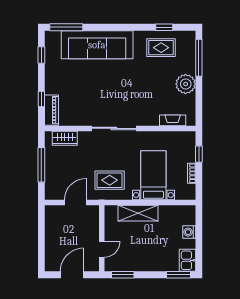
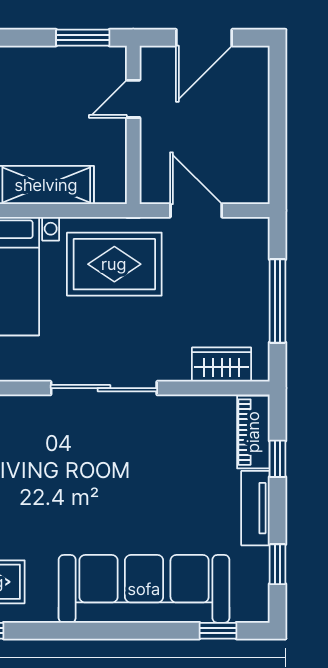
window: (66, 27) -> (218, 631), width x0.46
tv unit: (51, 78) -> (255, 508), added
rug: (110, 180) -> (114, 264), width x1.36, depth x1.43
door: (75, 203) -> (196, 211), swing flipped

